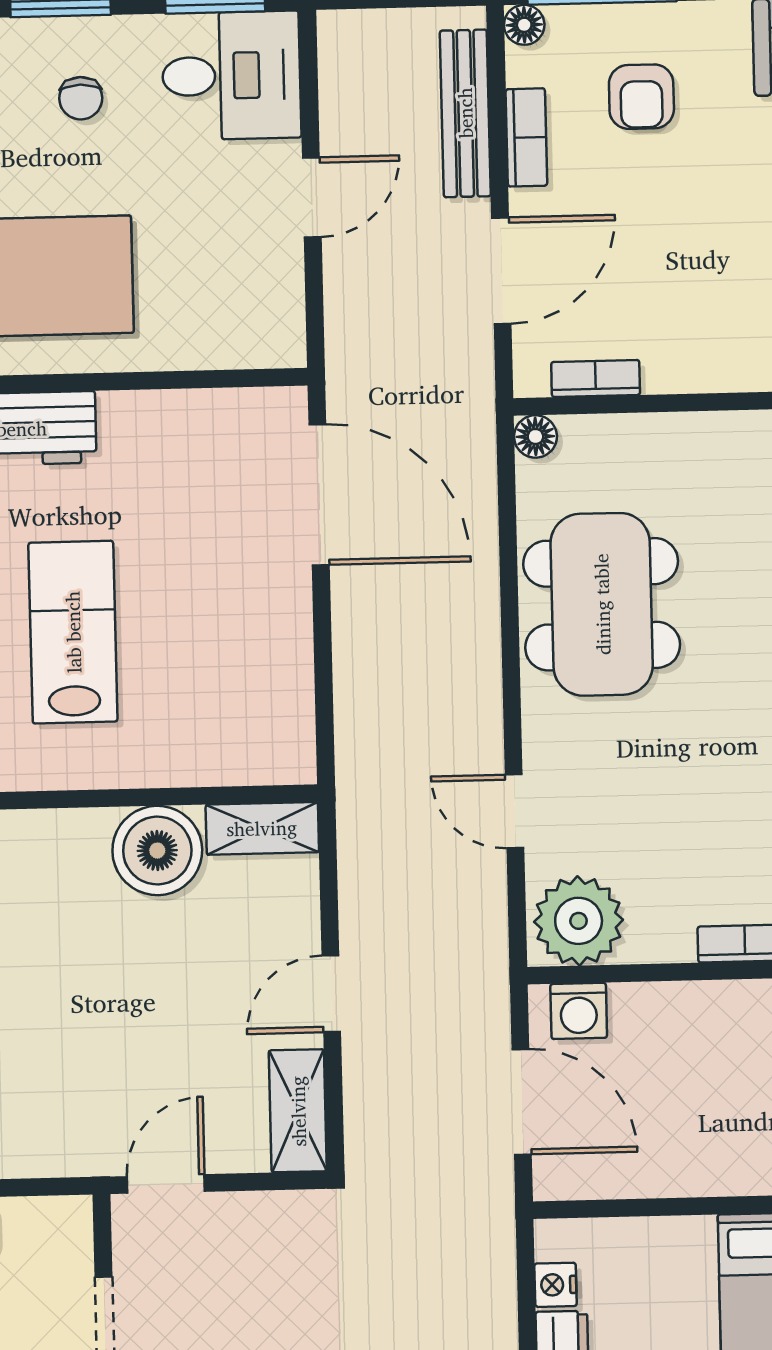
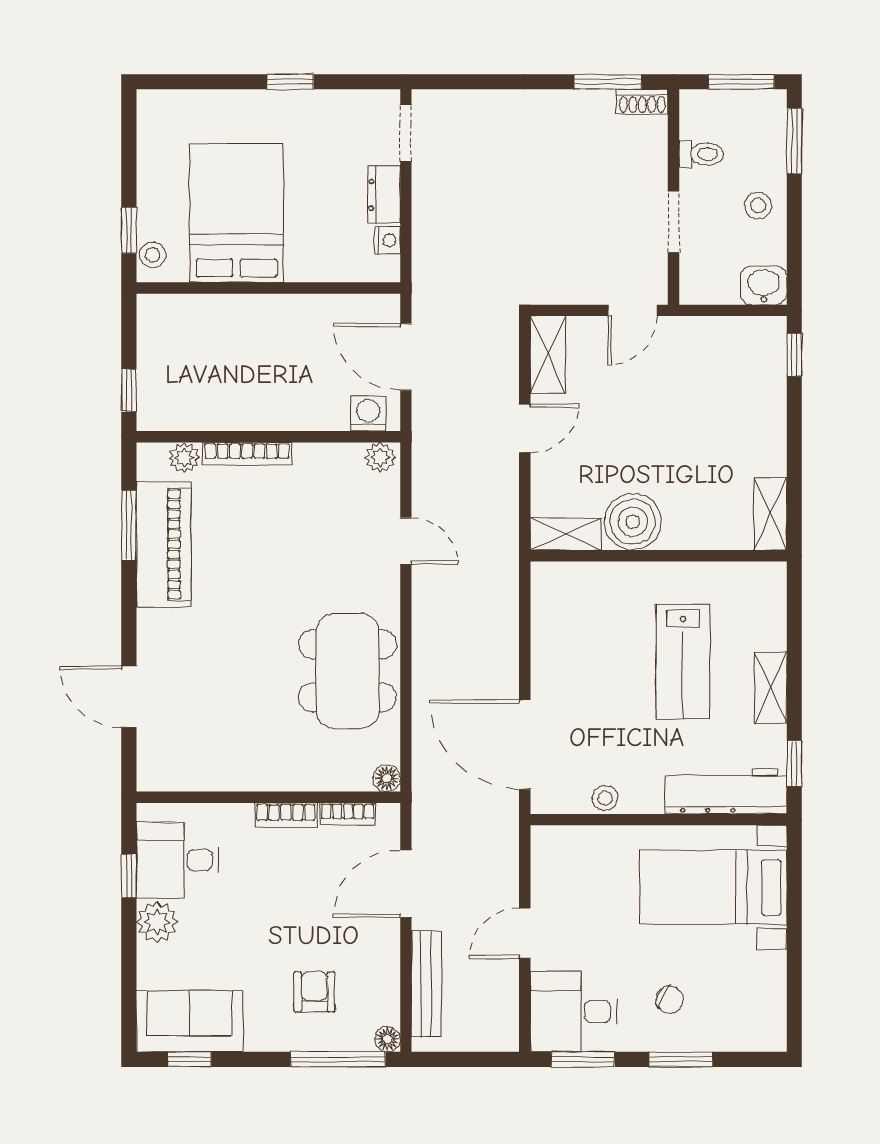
chair: (81, 98) -> (670, 1000), turned 116
bookcase: (526, 137) -> (286, 815), moved, turned -90
stool: (190, 413) -> (605, 798), added
plant: (579, 921) -> (380, 457), width x0.53, depth x0.53

